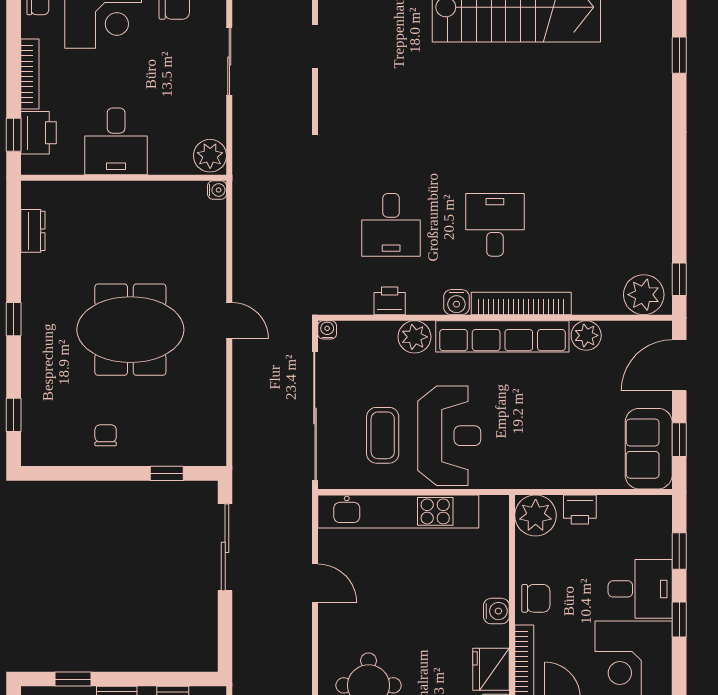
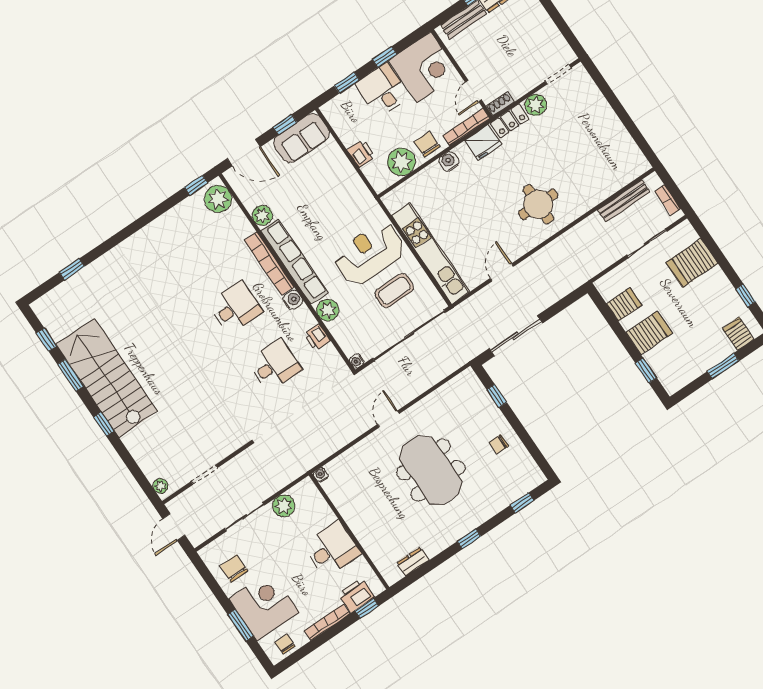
plant: (210, 156) -> (284, 506), moved
desk: (495, 225) -> (235, 308), turned 180
plant: (536, 515) -> (401, 162), moved

